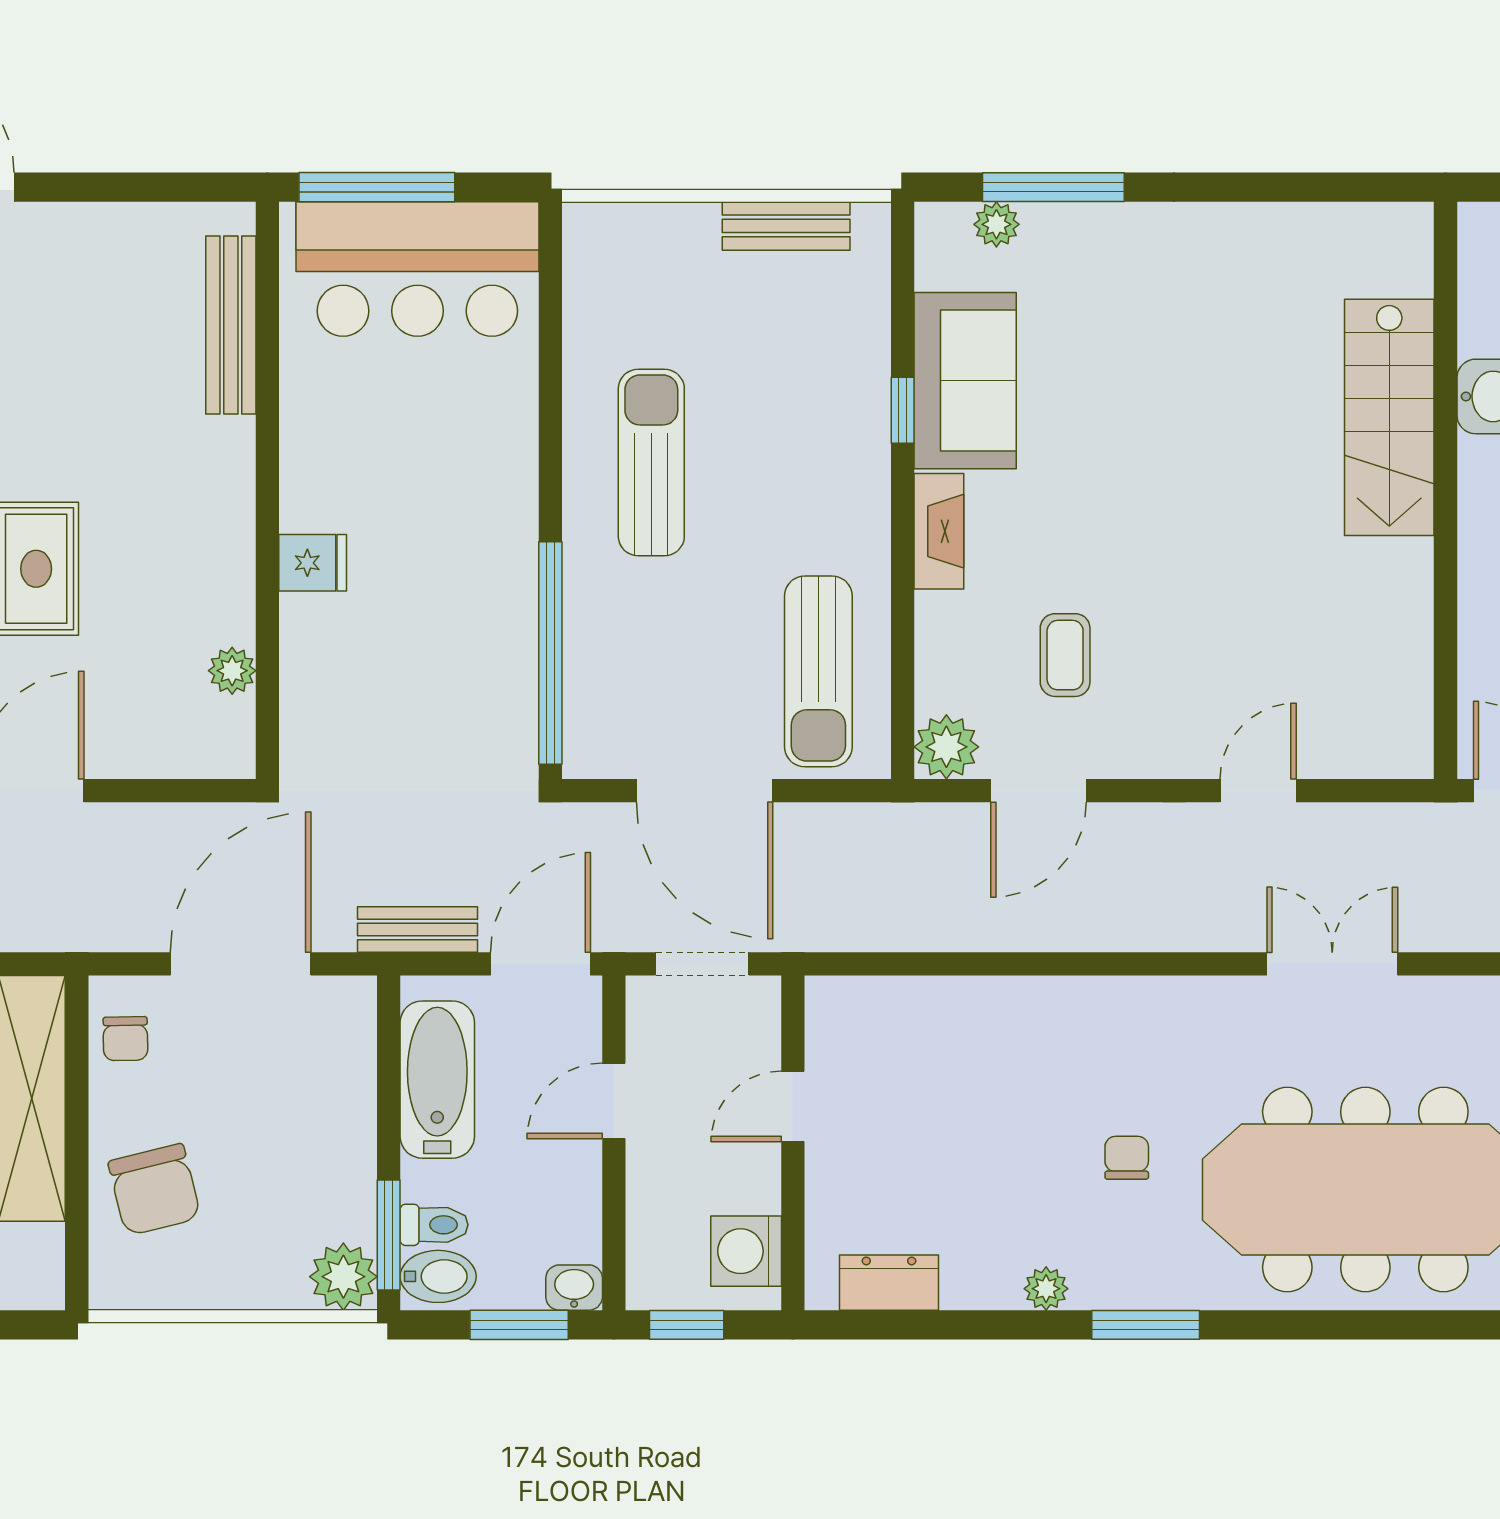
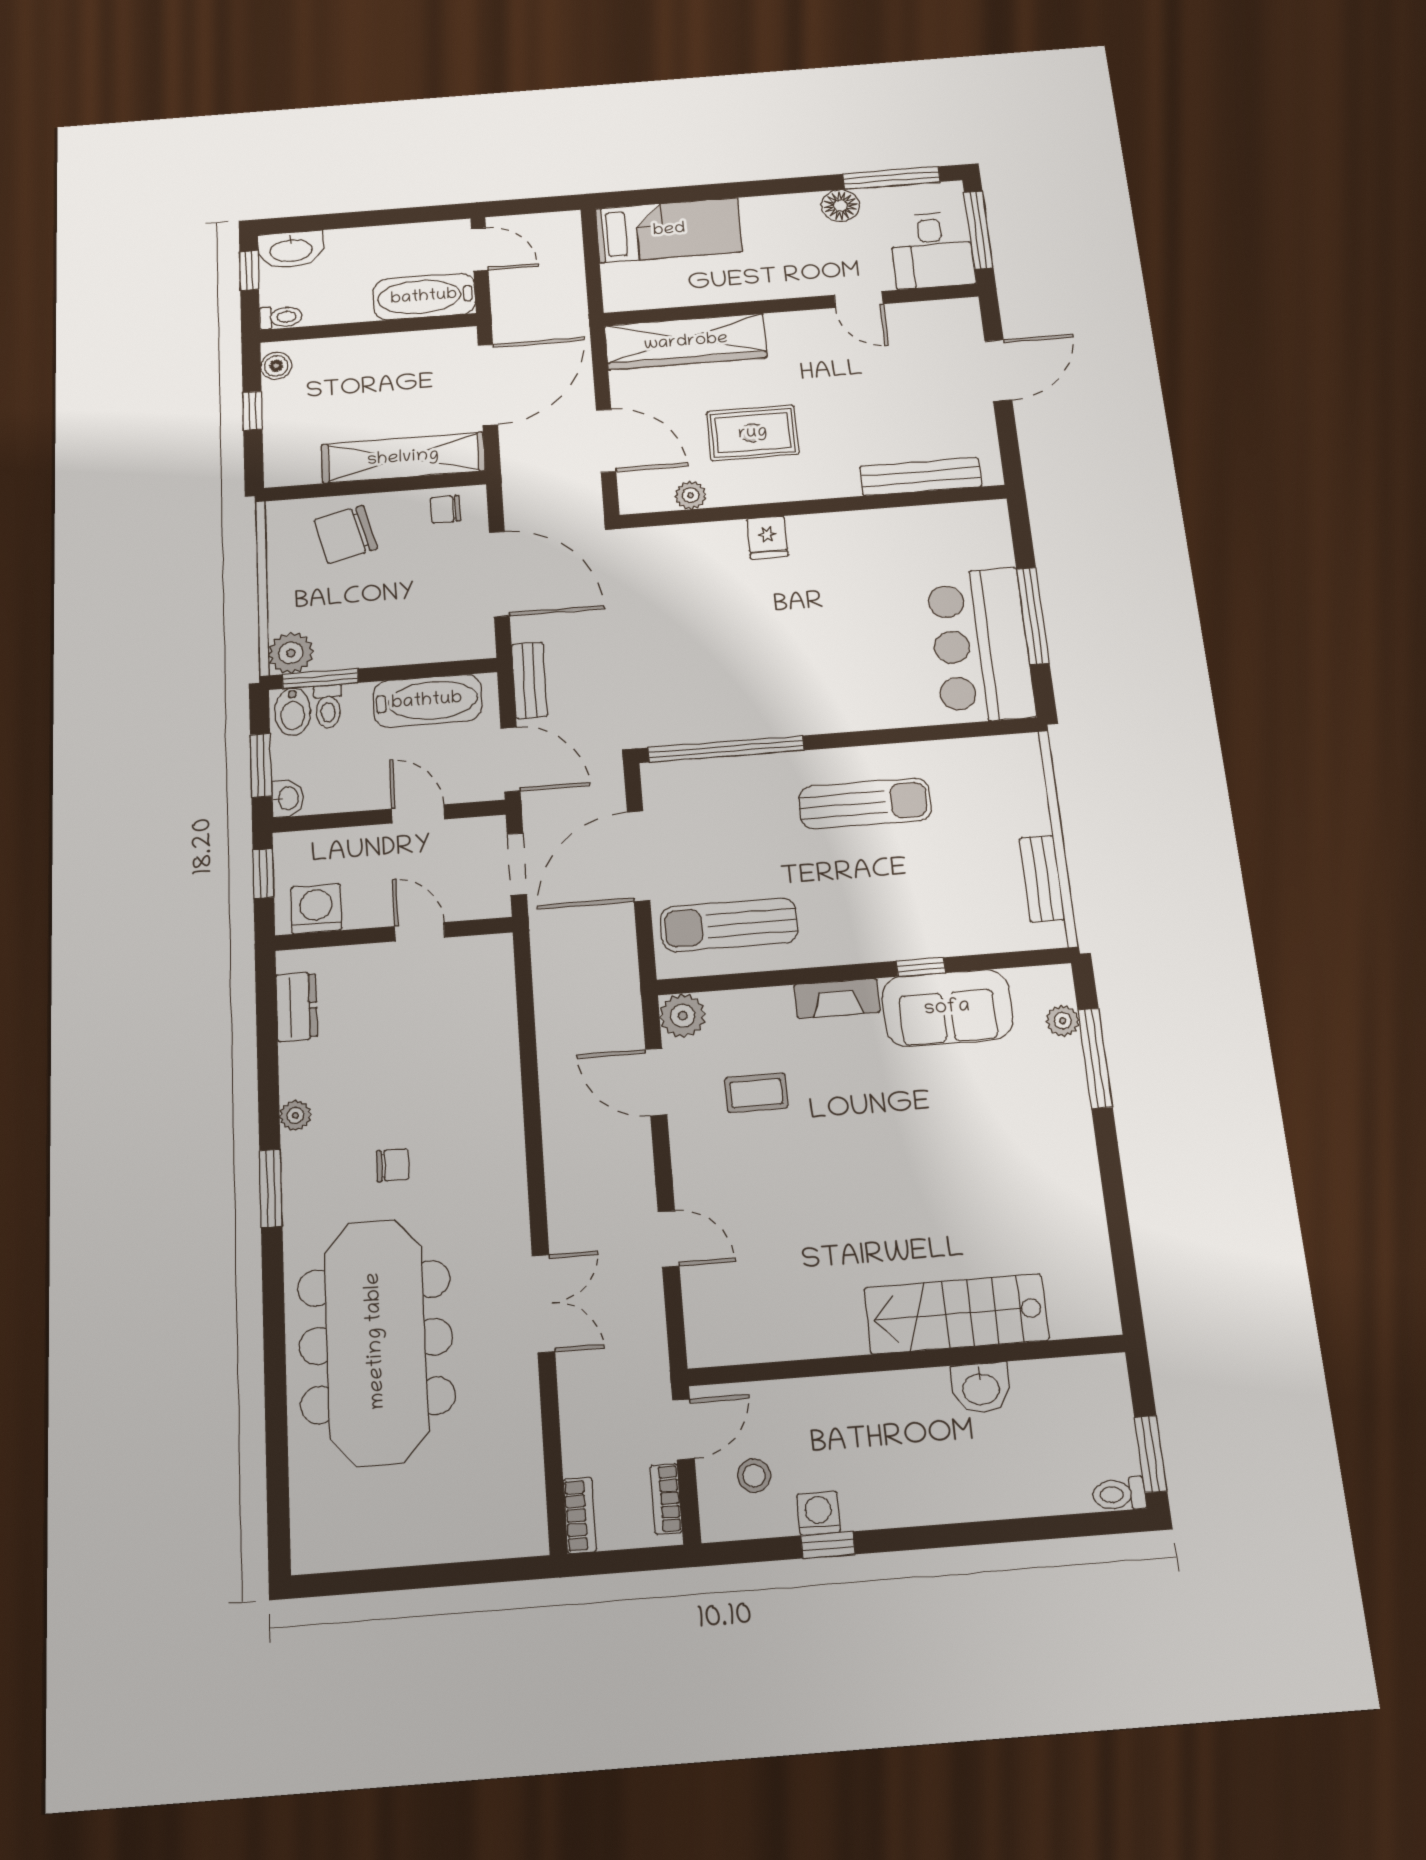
bench: (231, 325) -> (921, 477), moved
wall: (267, 490) -> (813, 507), moved
fridge: (313, 563) -> (767, 537), moved
plant: (232, 671) -> (691, 495), moved

